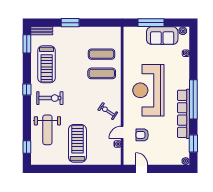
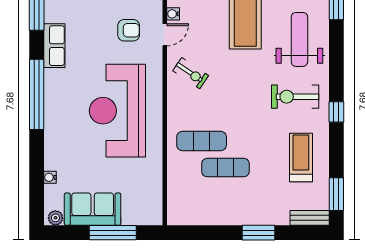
exercise mat: (101, 54) -> (225, 168), moved
treadmill: (47, 64) -> (301, 158), width x0.73, depth x0.73
reception desk: (148, 90) -> (117, 111), turned 180
row of seats: (183, 114) -> (54, 46), width x0.50

